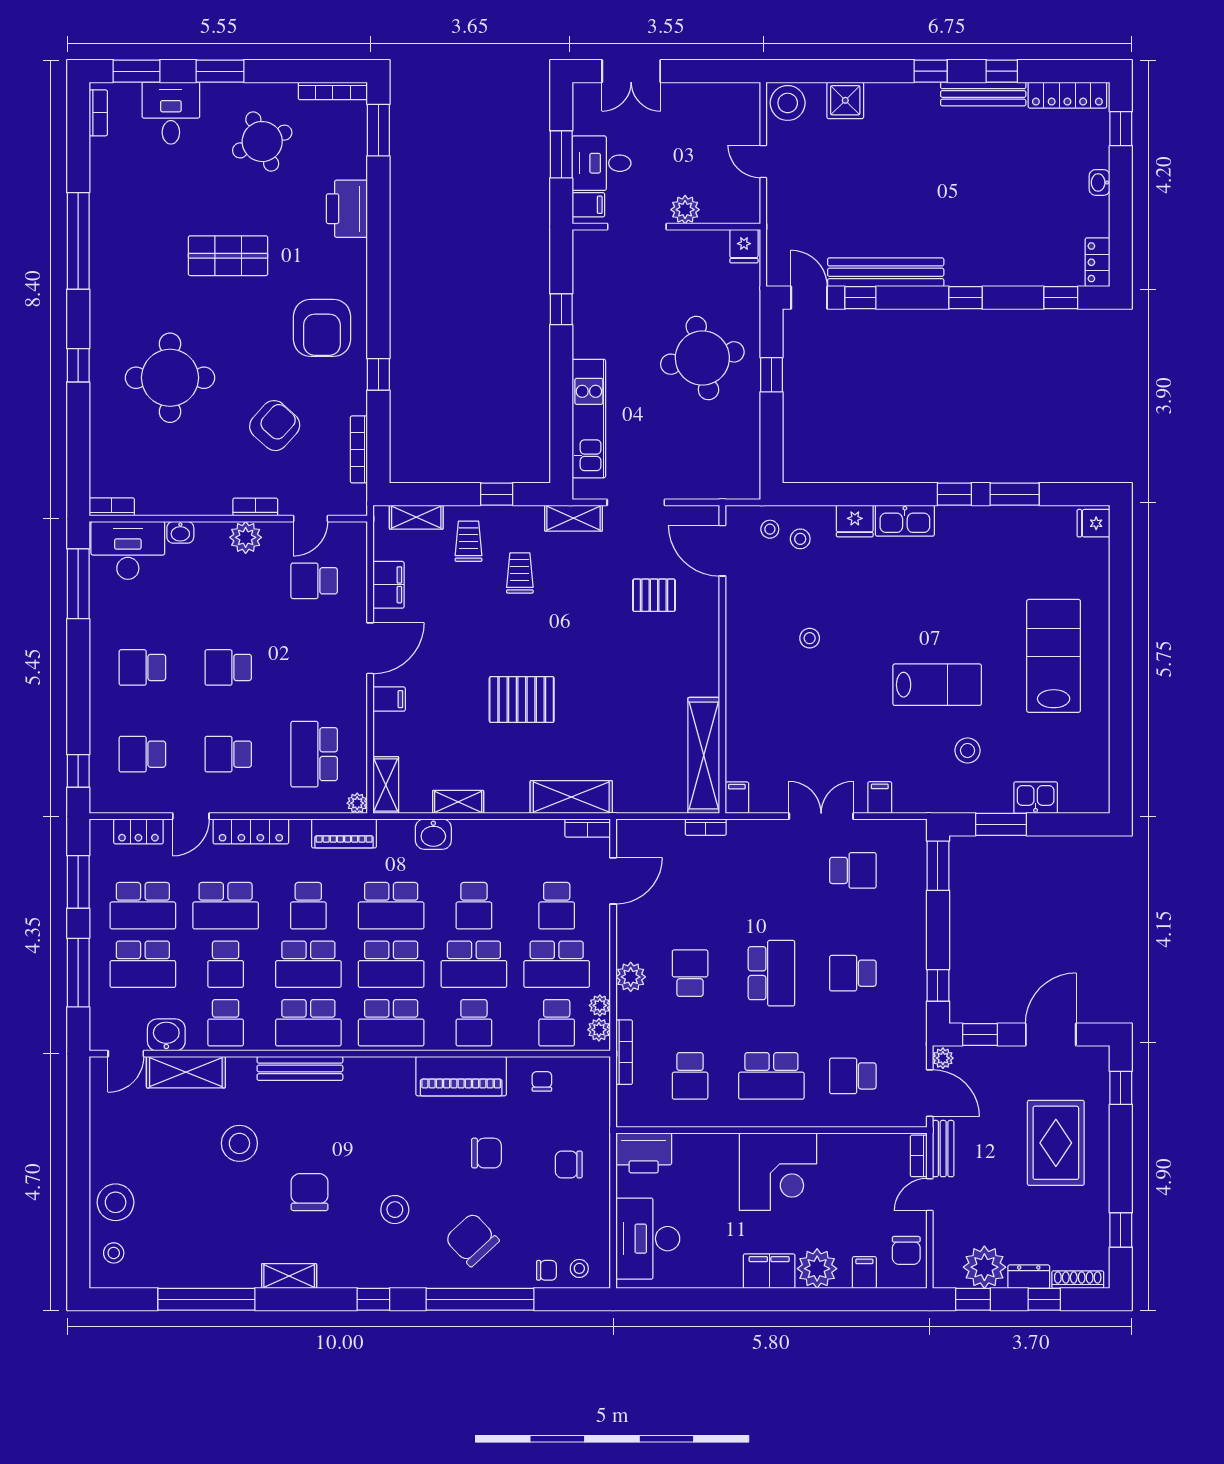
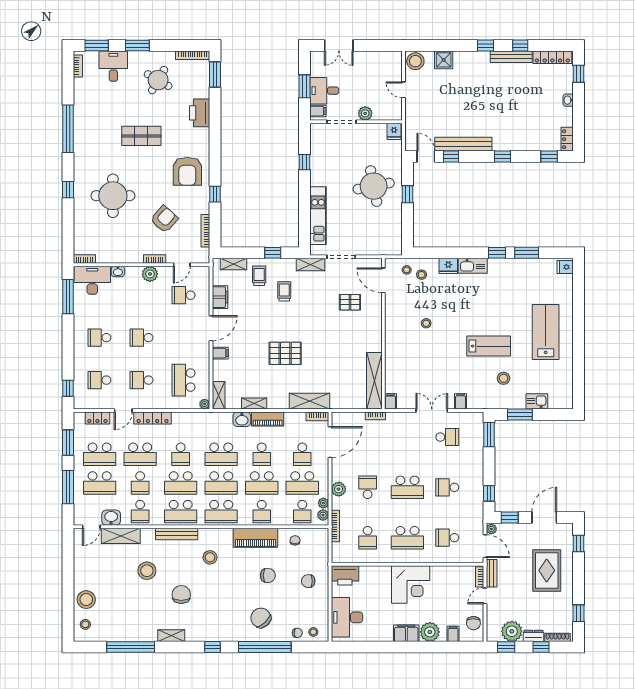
round table: (262, 142) -> (158, 80), turned -38
piano: (344, 833) -> (268, 419), moved
door: (613, 881) -> (330, 442), width x1.36
school desk: (771, 973) -> (407, 487), turned 90
stool: (395, 1210) -> (210, 557), moved

